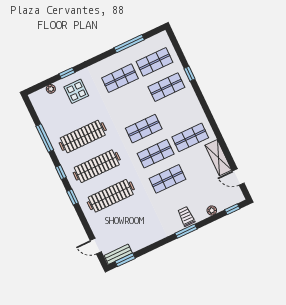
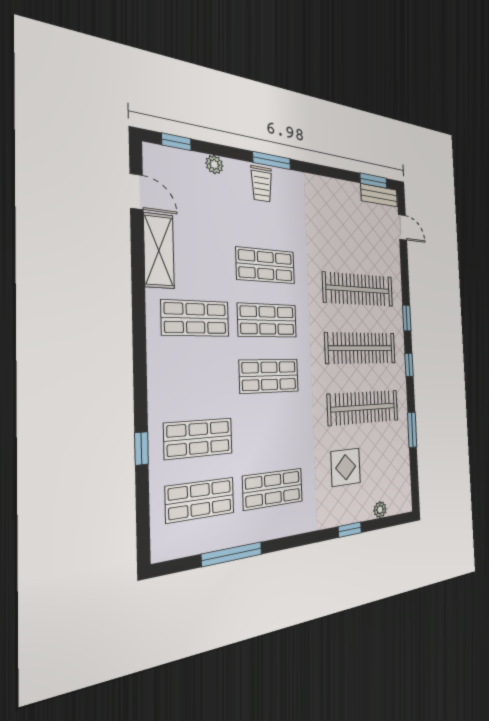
display table: (76, 91) -> (346, 467), moved
window: (45, 138) -> (412, 430), width x0.69

